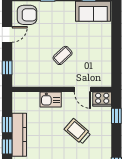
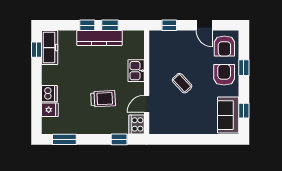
armchair: (54, 15) -> (224, 75), added
trolley: (78, 131) -> (103, 99), turned 46

